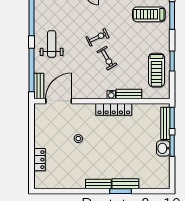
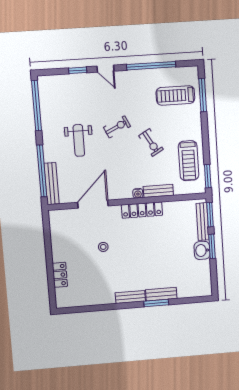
weight bench: (52, 44) -> (79, 140), moved, turned 180
exercise bike: (107, 58) -> (151, 143), moved
window: (172, 61) -> (208, 176), moved
bench: (39, 86) -> (52, 184), width x1.36
door: (59, 101) -> (93, 204), moved

